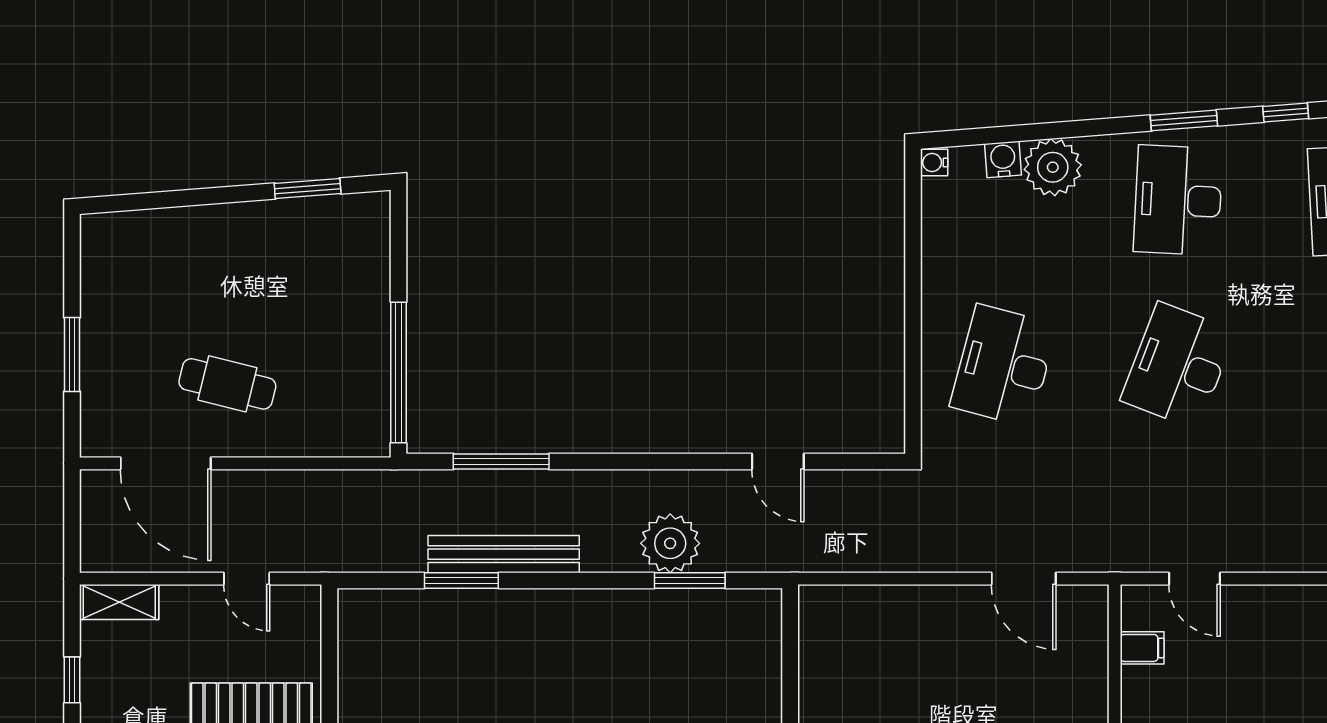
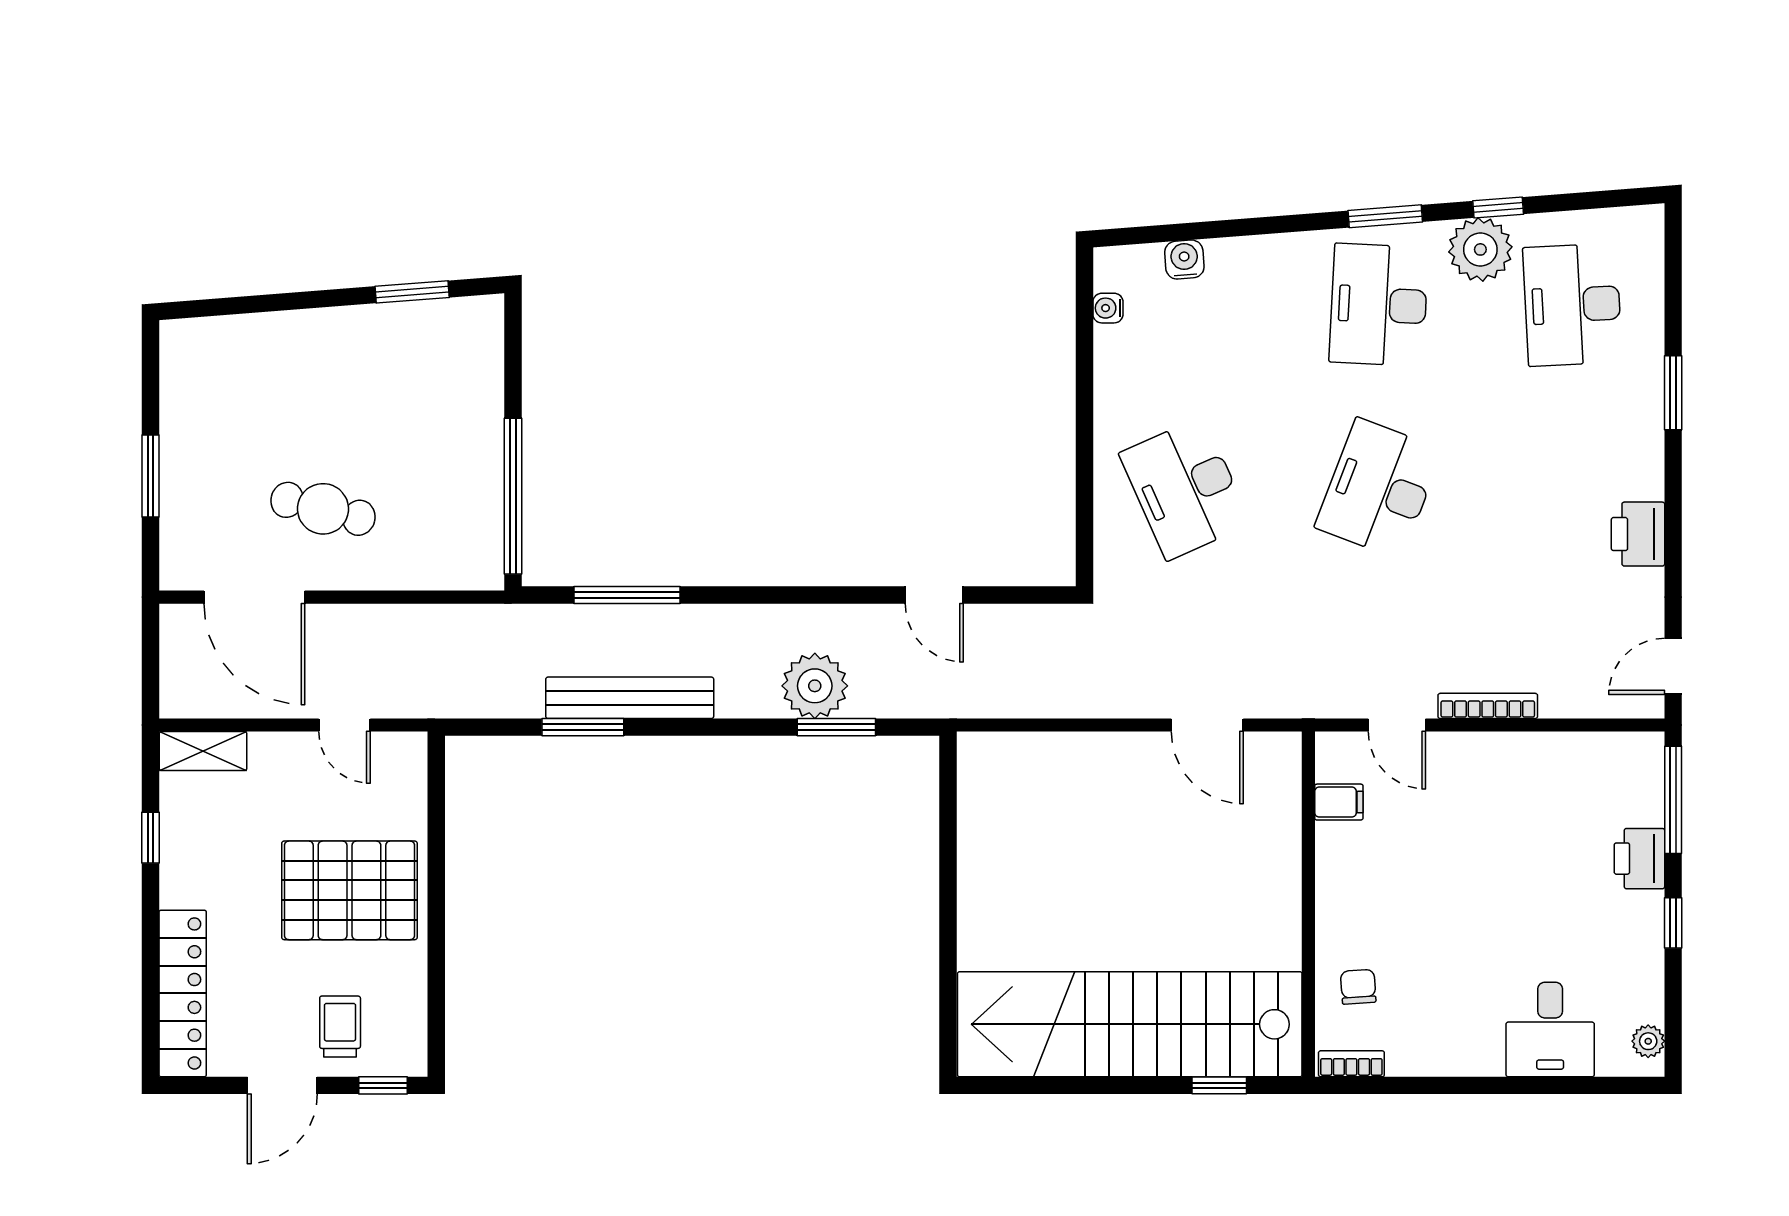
water cooler: (934, 163) -> (1108, 308), moved
plant: (1053, 167) -> (1480, 249), moved
desk: (1004, 366) -> (1185, 489), turned -39
bookcase: (1276, 561) -> (1488, 706), added

